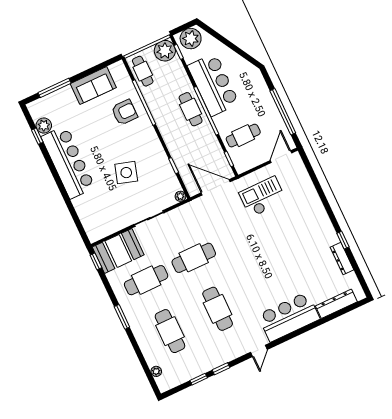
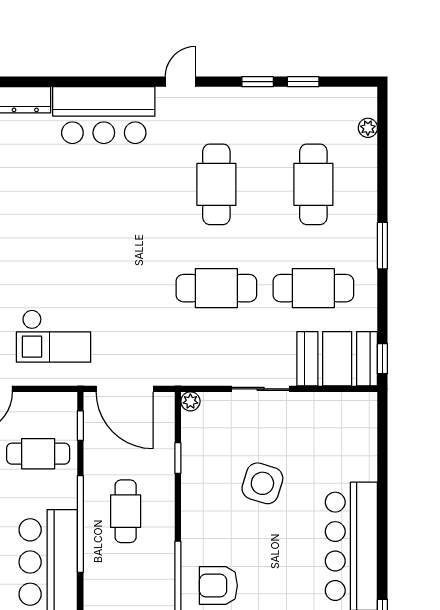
cafe table: (191, 109) -> (126, 511), moved

